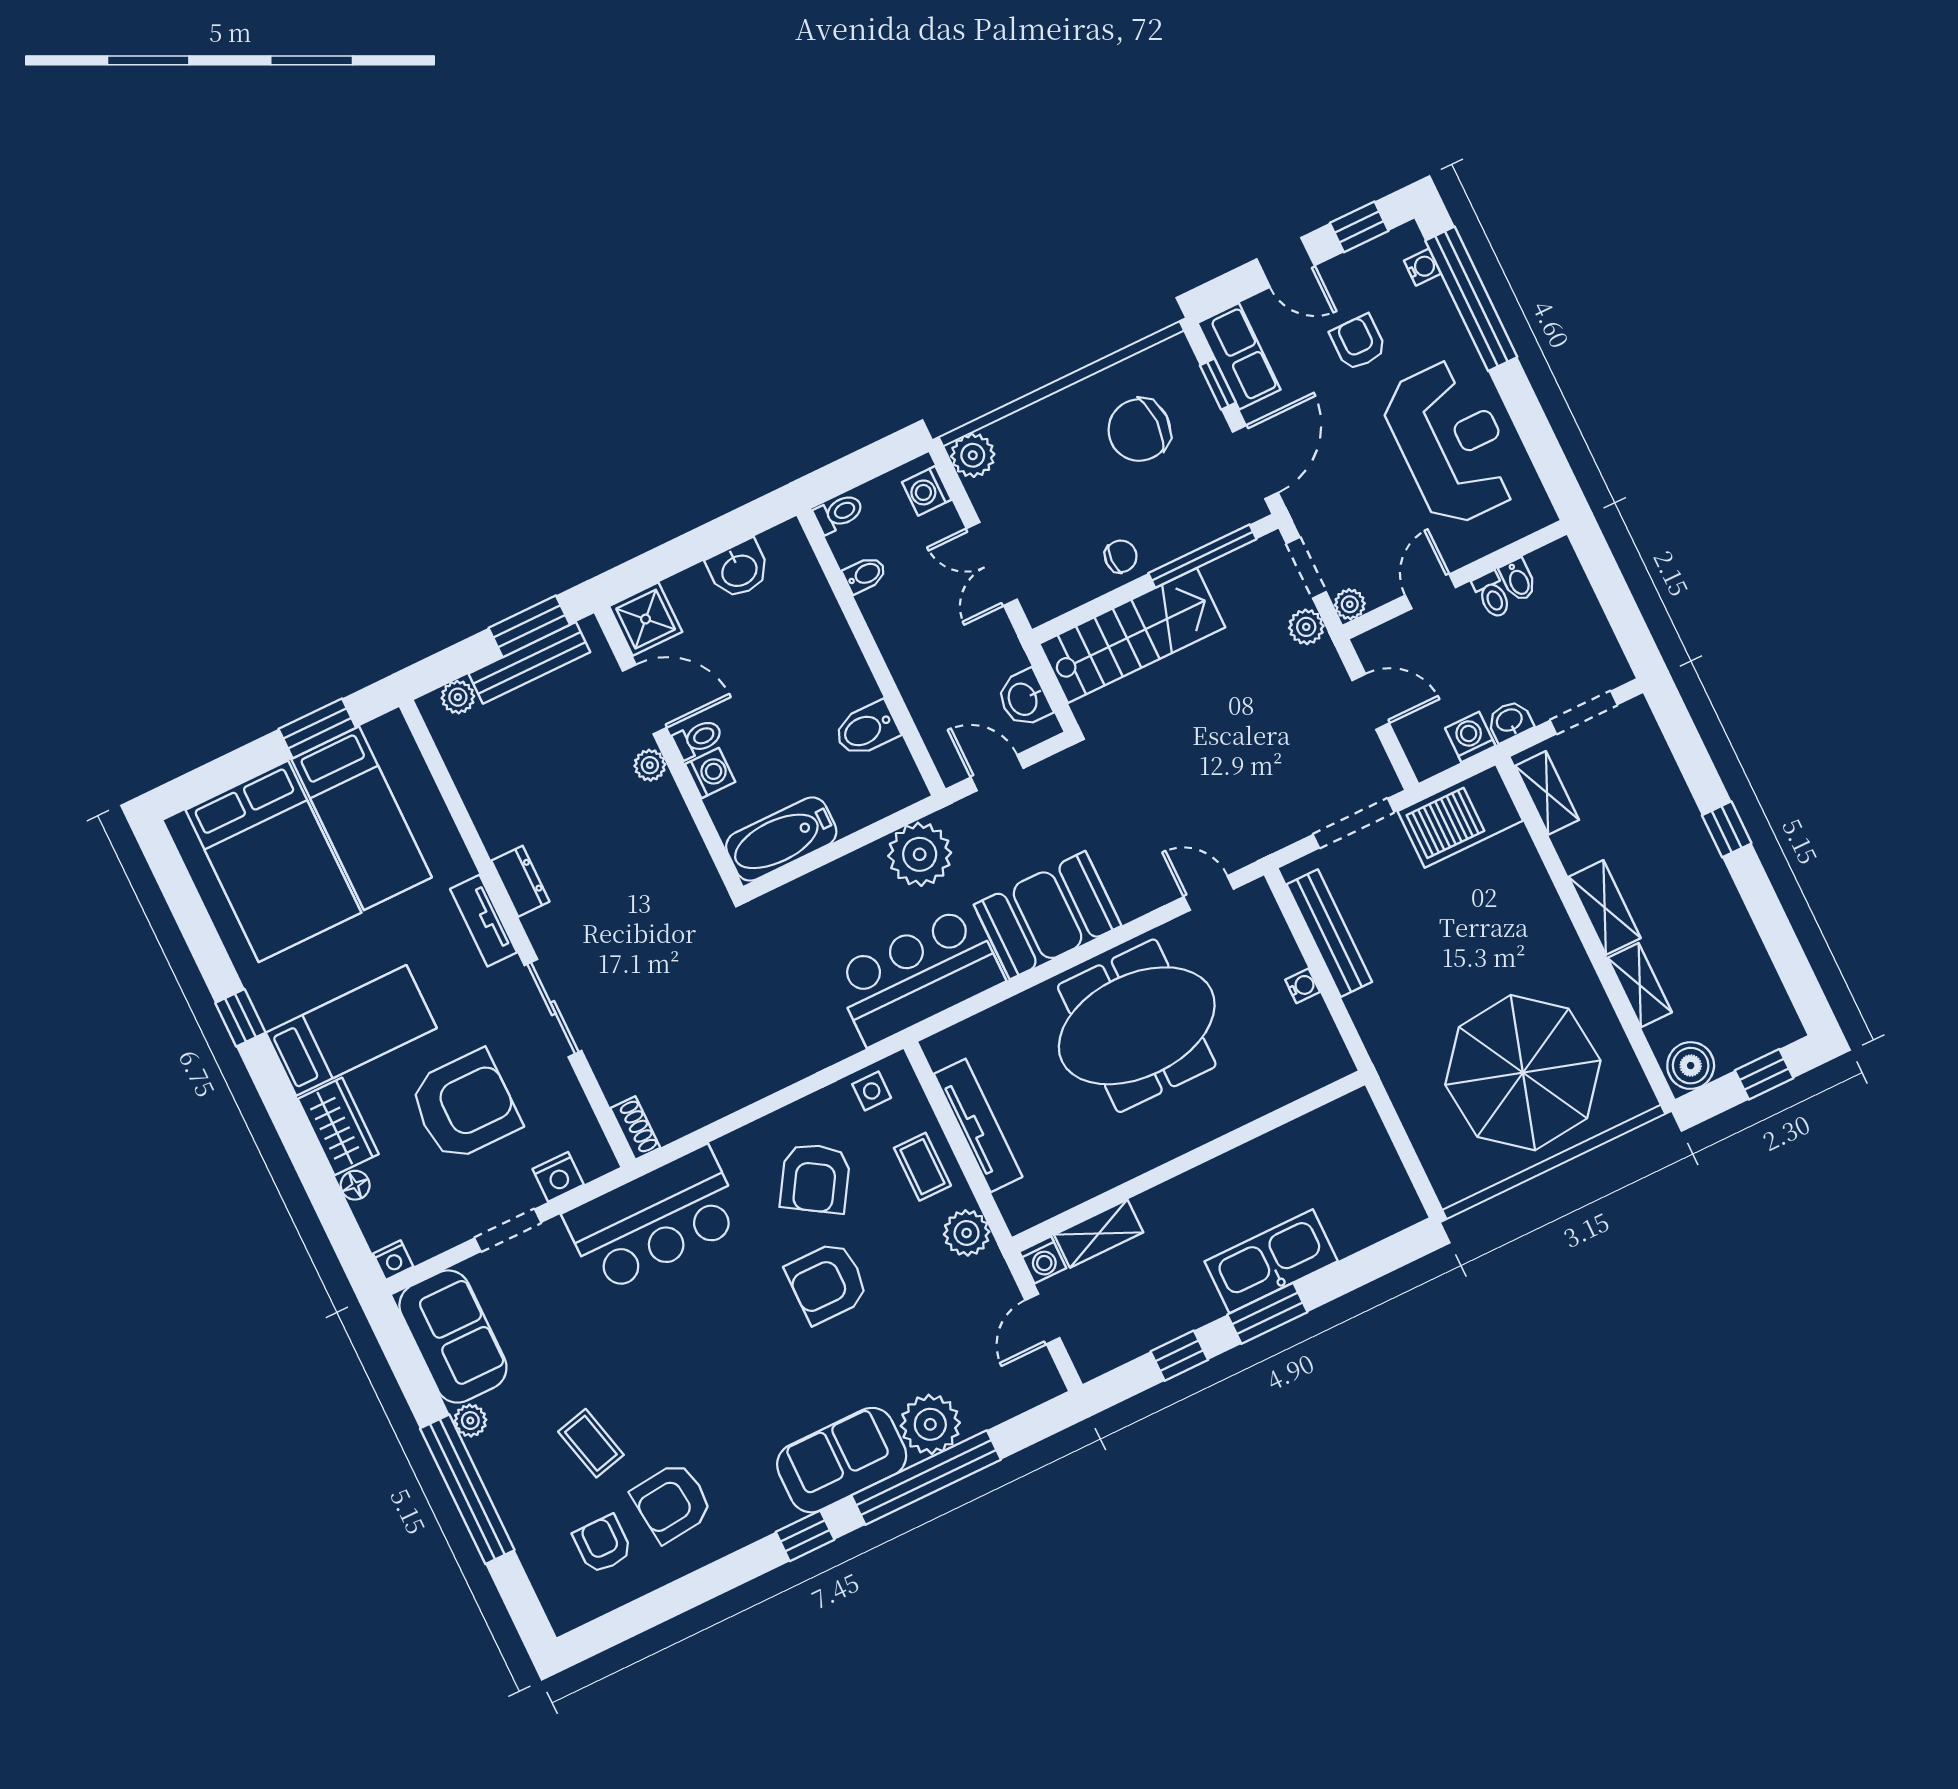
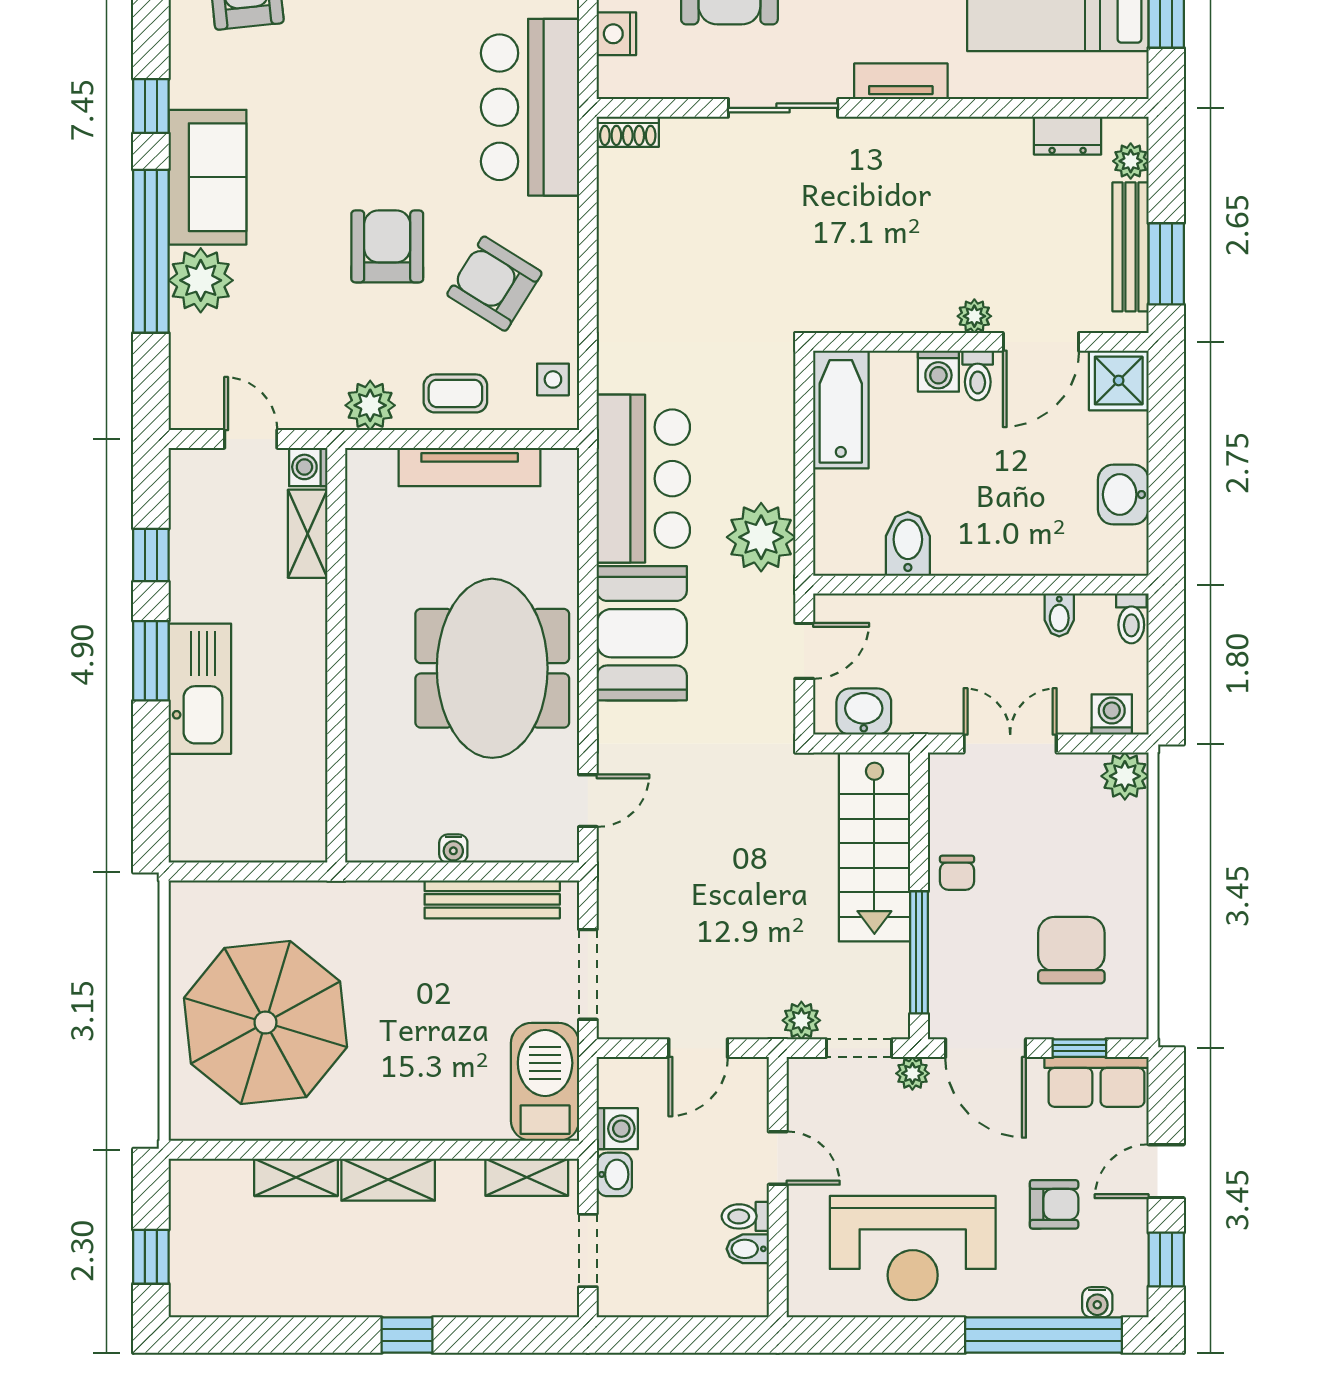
plant: (1350, 604) -> (912, 1073), moved
dresser: (520, 881) -> (1068, 136), moved
boiler: (1691, 1066) -> (194, 1189), removed

